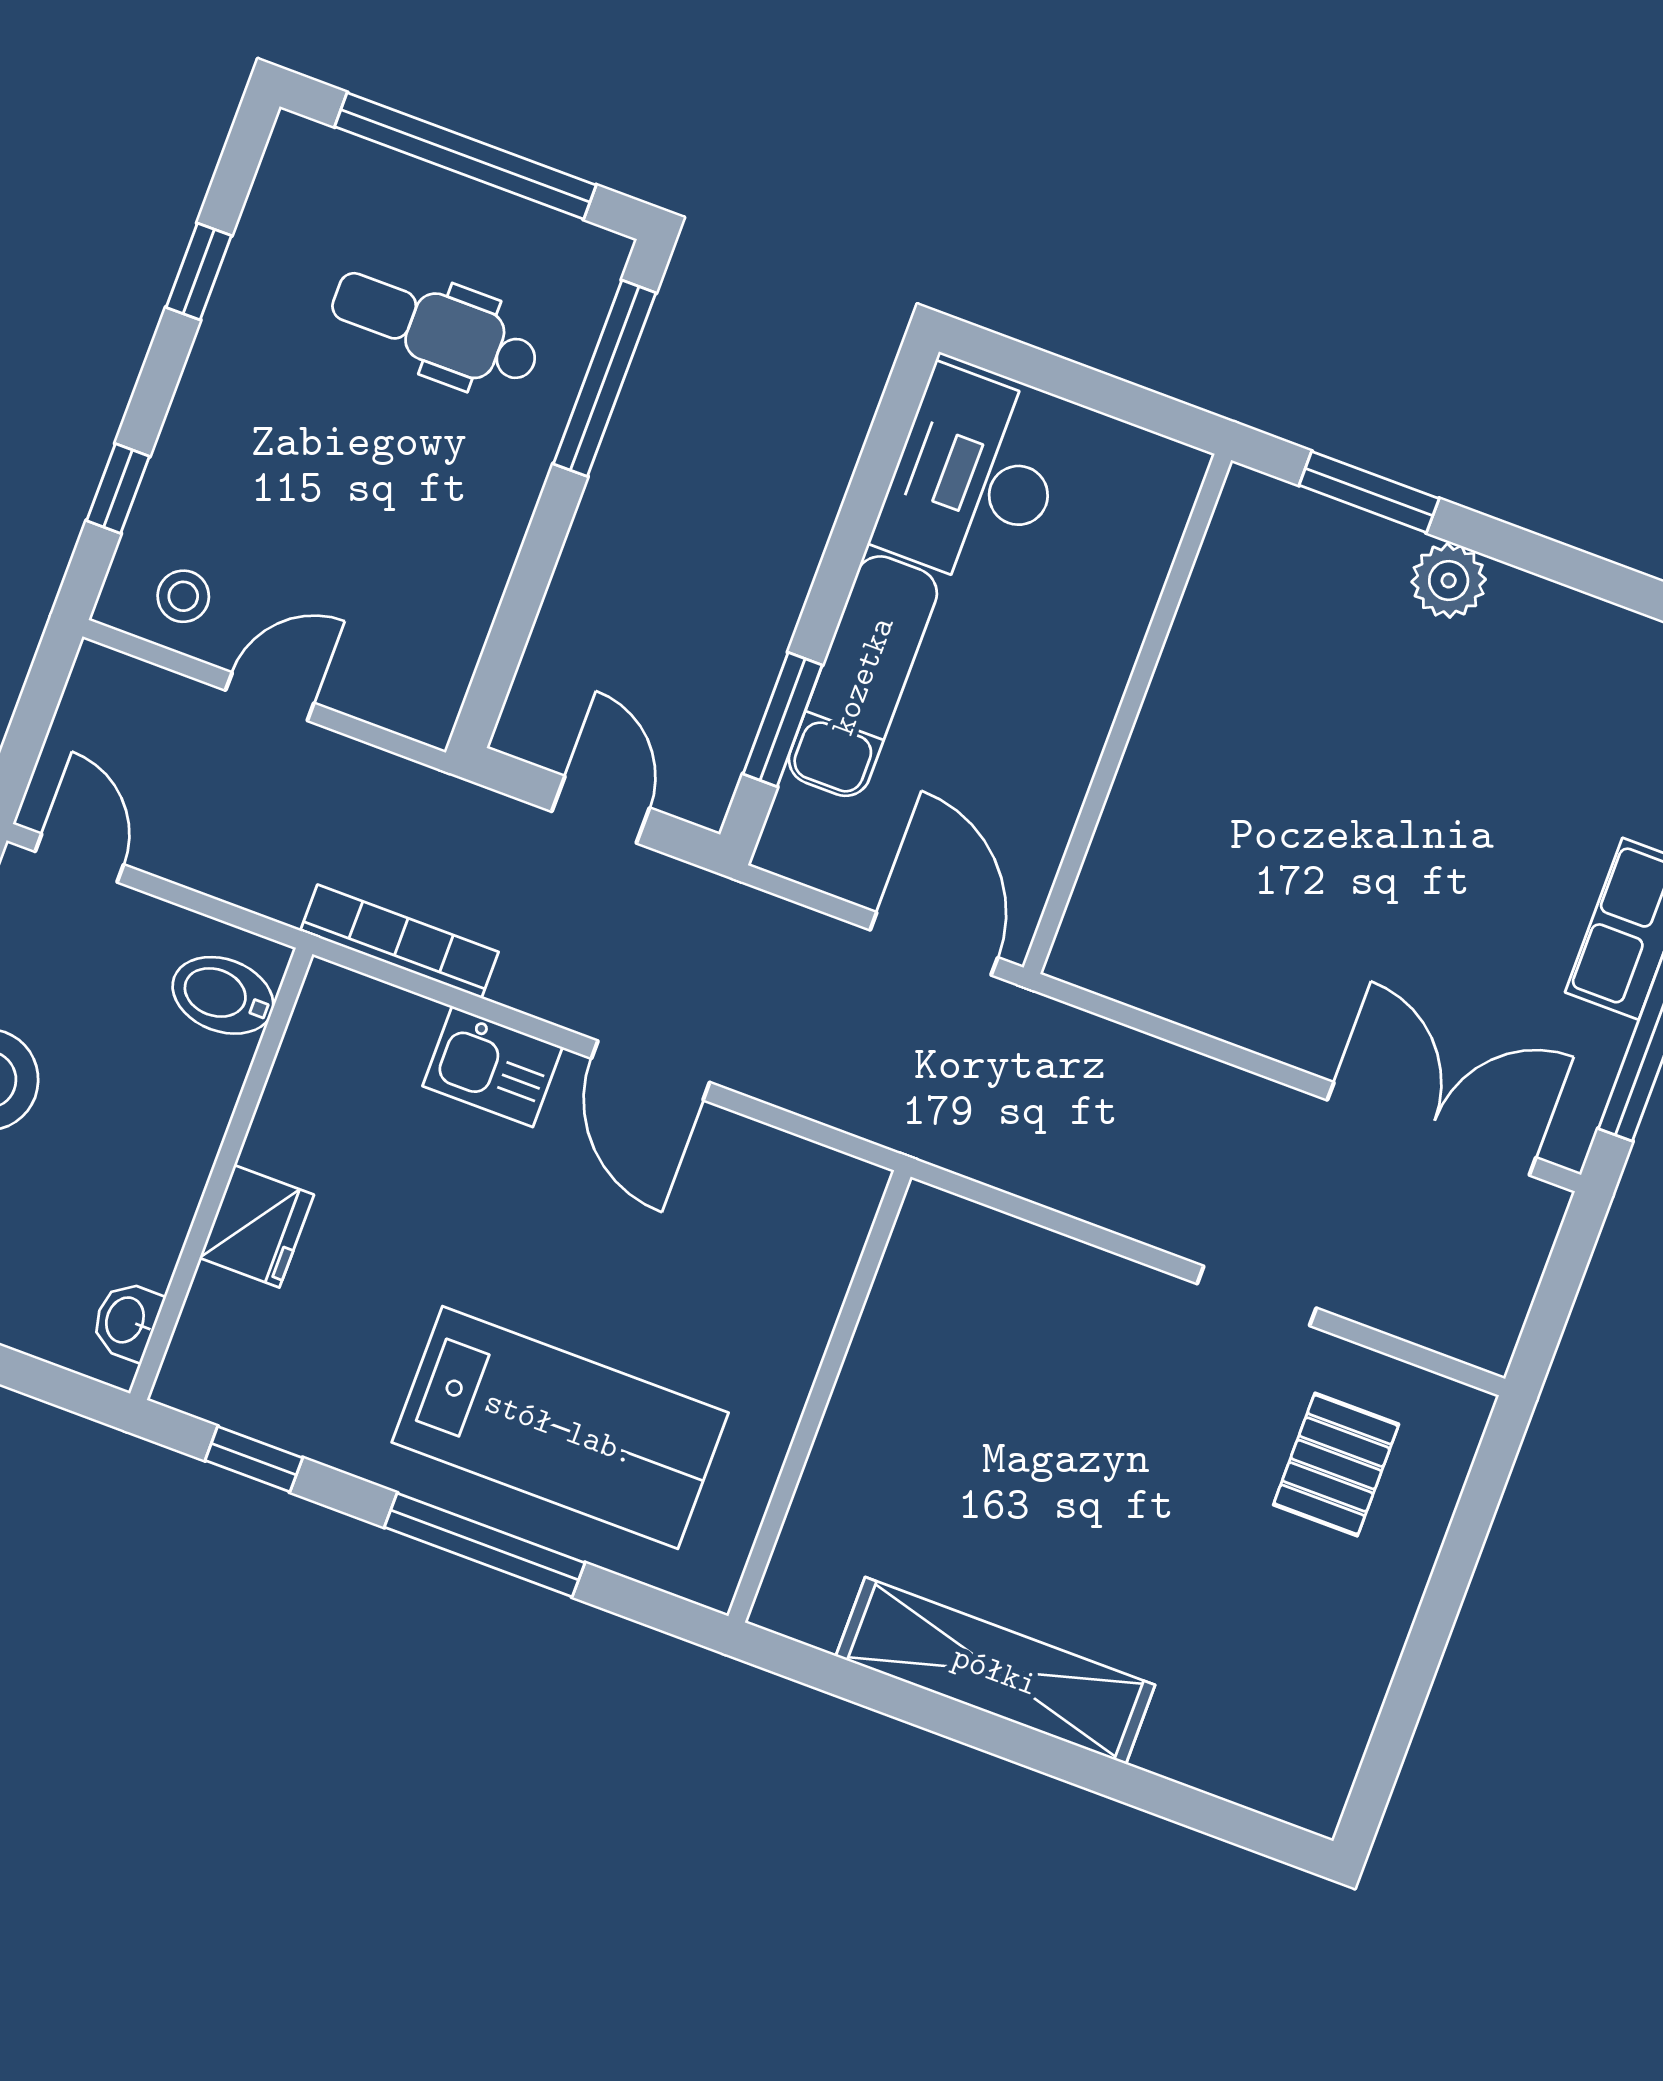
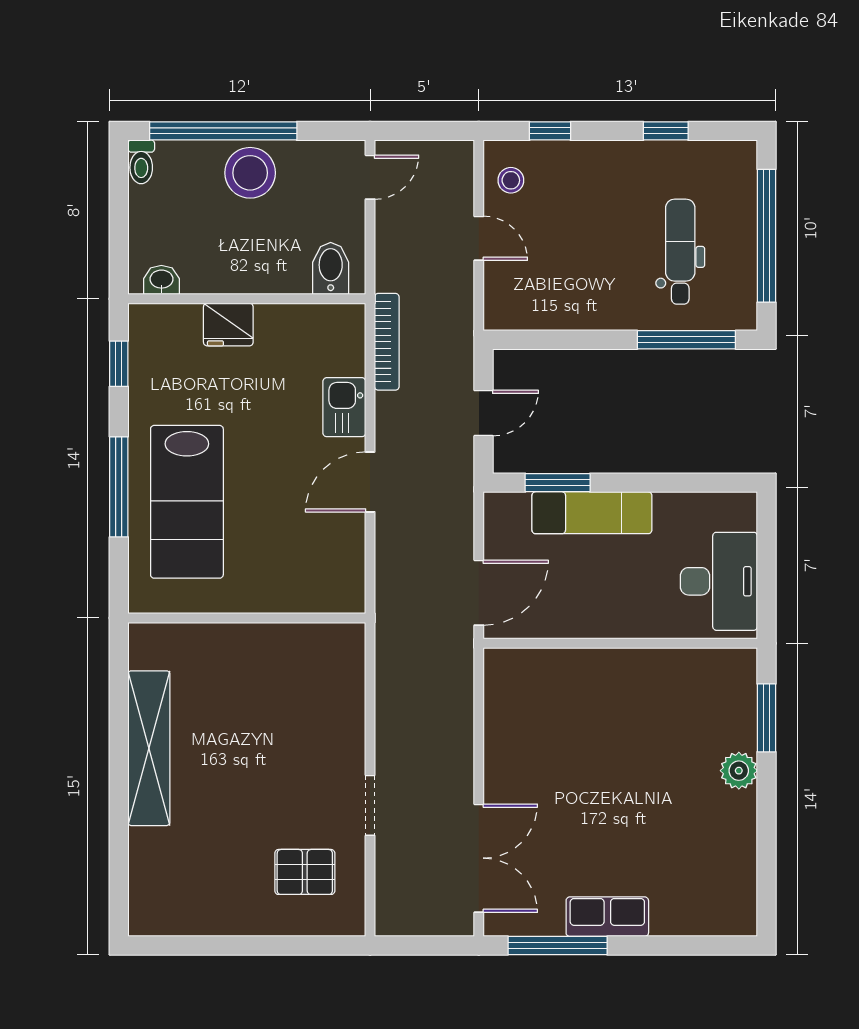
desk: (974, 479) -> (719, 581), moved, turned 90

